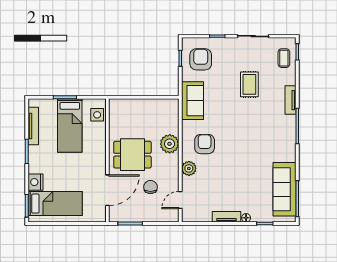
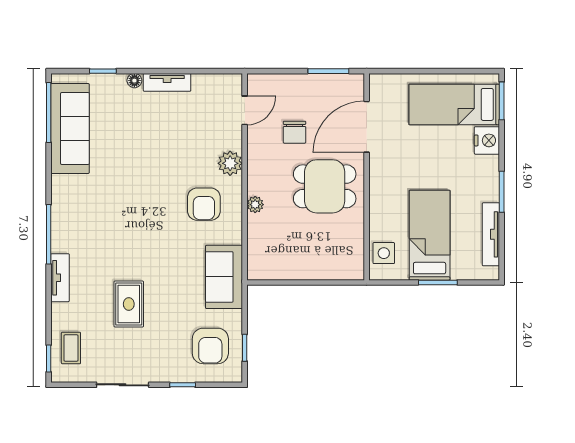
plant: (170, 144) -> (255, 205), width x0.53, depth x0.53

